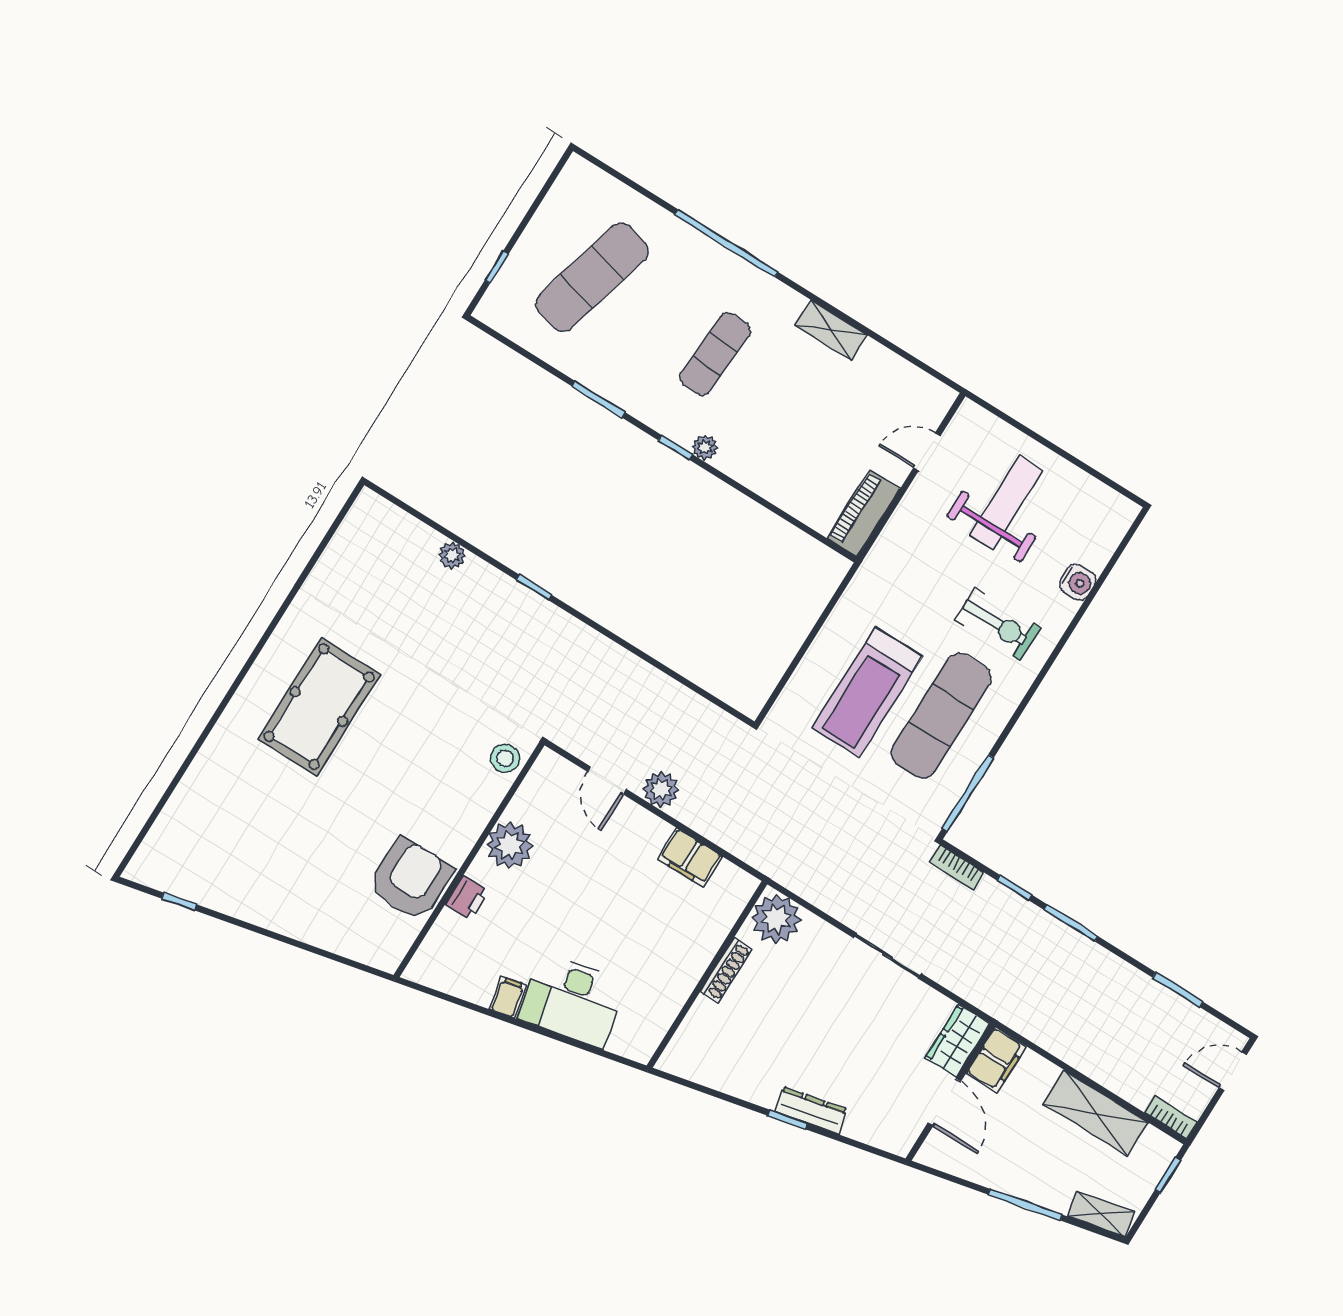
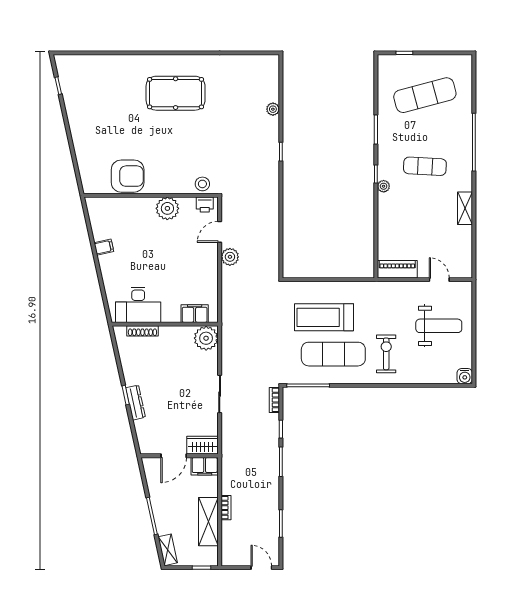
exercise mat: (592, 277) -> (425, 95), turned -30
water cooler: (1078, 582) -> (465, 376), moved
exercise bike: (998, 624) -> (386, 354), turned 180
filing cabinet: (690, 858) -> (195, 314), moved, turned 90
printer: (467, 898) -> (205, 204), moved
shoe rack: (726, 970) -> (142, 331), moved
desk: (572, 1001) -> (138, 305), moved, turned -78
bookcase: (1171, 1117) -> (226, 508), moved

